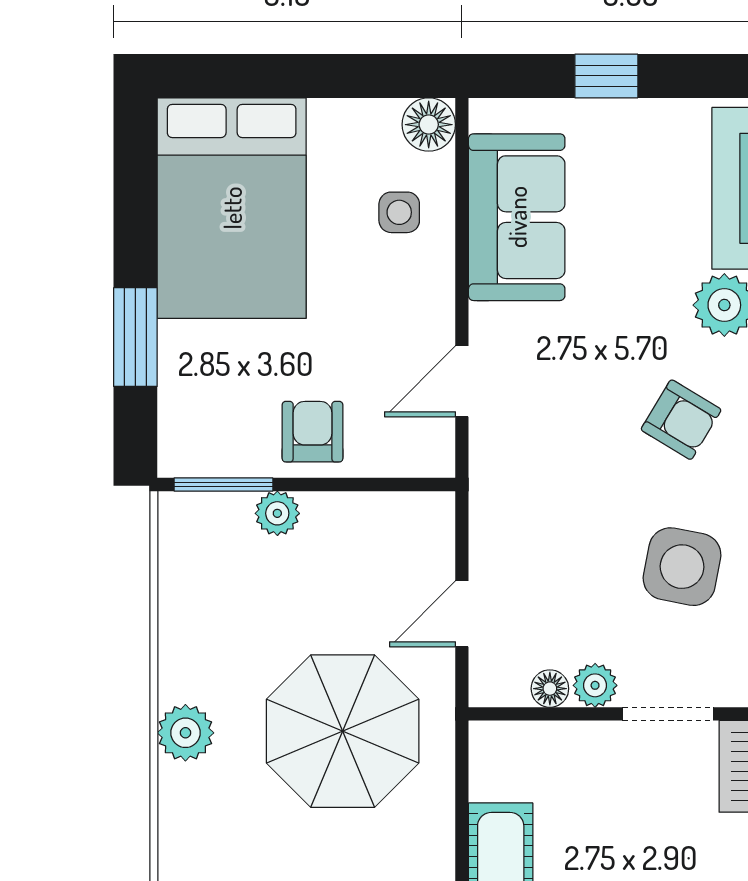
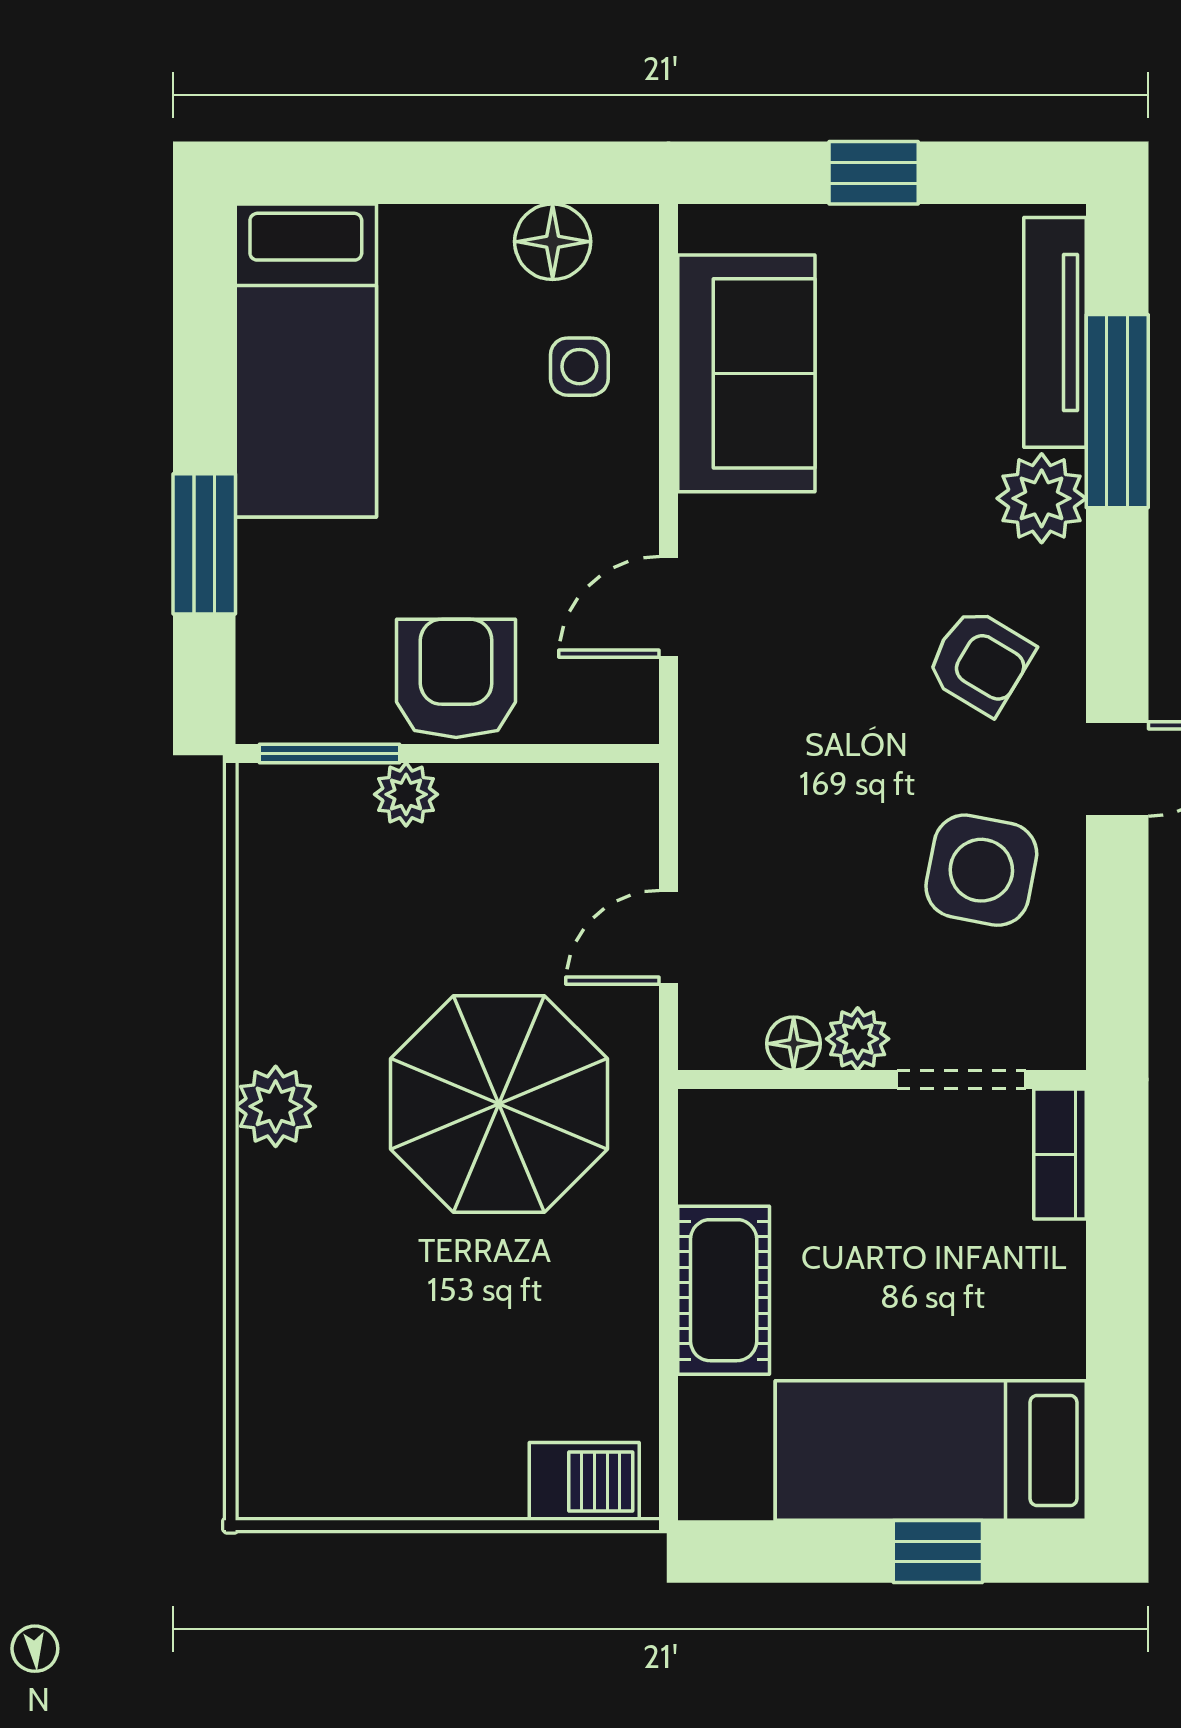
floor lamp: (429, 125) -> (553, 242), moved
bed: (232, 208) -> (306, 361), width x0.67
armchair: (313, 432) -> (456, 678), width x1.38, depth x1.38

